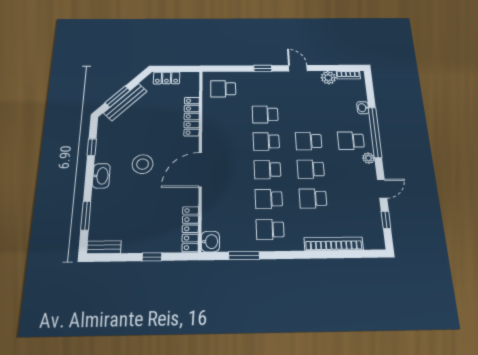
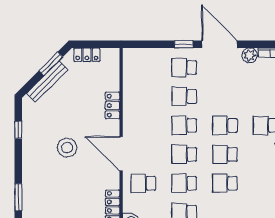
door: (298, 68) -> (219, 44), width x1.88
school desk: (223, 89) -> (184, 68), moved
window: (118, 96) -> (51, 64), moved
locker: (192, 116) -> (113, 105), width x0.66
door: (200, 170) -> (121, 154), hinge flipped
washbasin: (101, 176) -> (29, 159), removed
school desk: (224, 199) -> (143, 183), added

